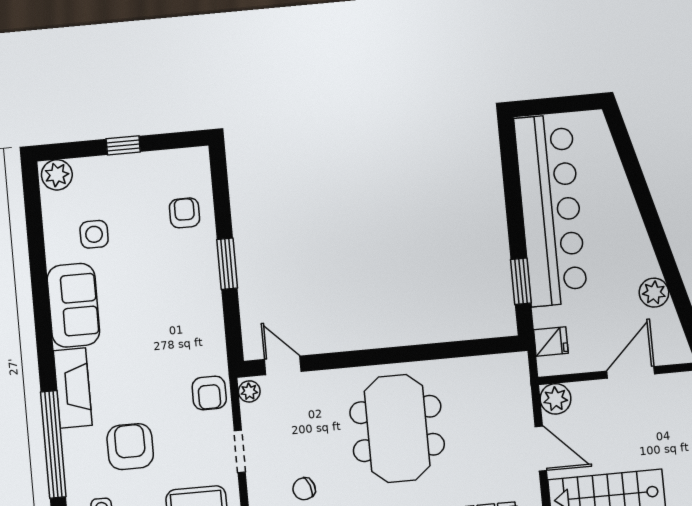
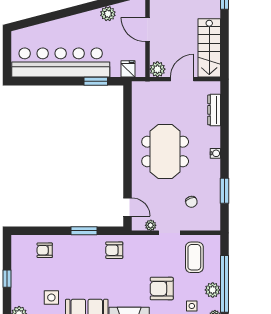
window: (227, 264) -> (84, 231), moved
door: (283, 365) -> (127, 207), swing flipped
plant: (249, 391) -> (151, 225), moved
armchair: (209, 393) -> (114, 250), moved, turned 180
meeting table: (397, 428) -> (165, 151), turned 90

